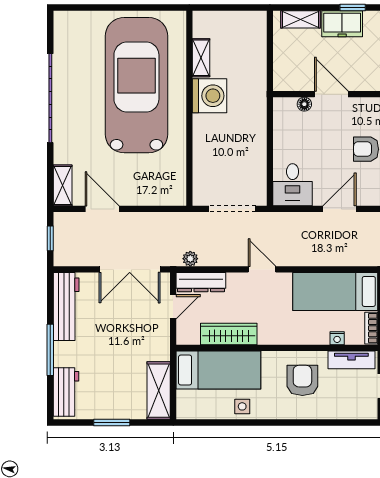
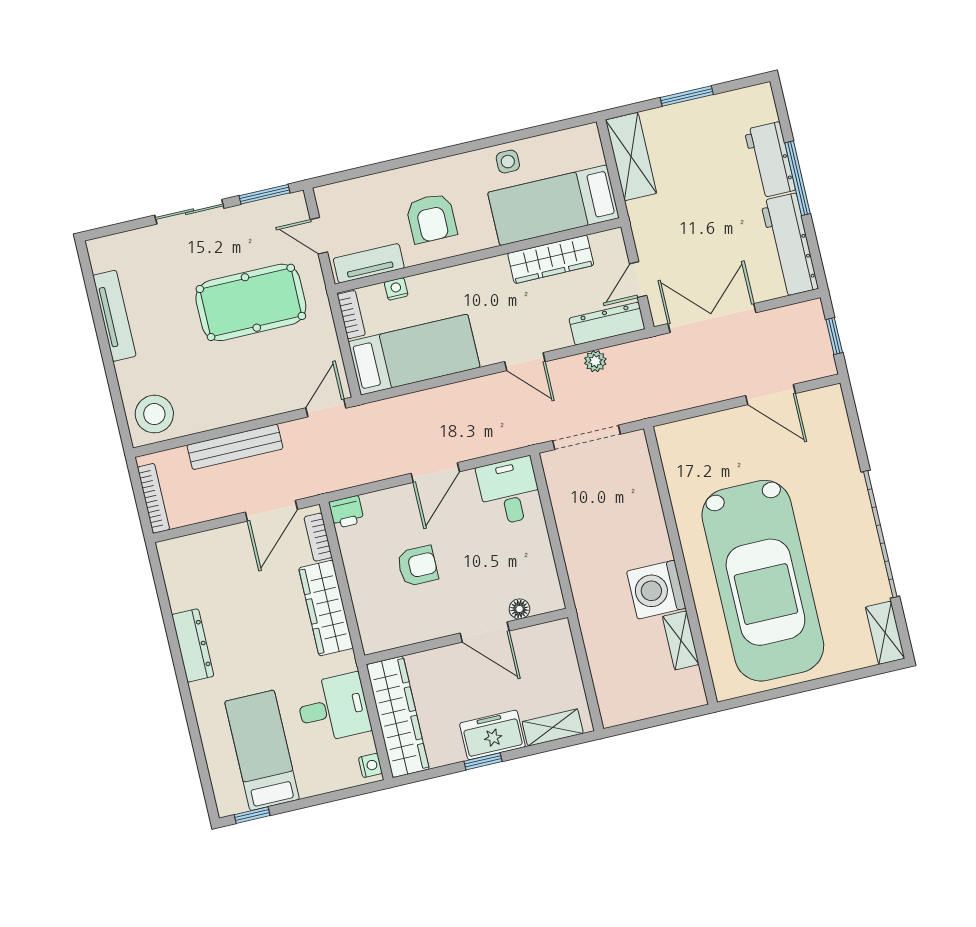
shelving: (63, 185) -> (885, 633), moved
plant: (190, 259) -> (595, 361), moved
workbench: (66, 392) -> (770, 160), moved

